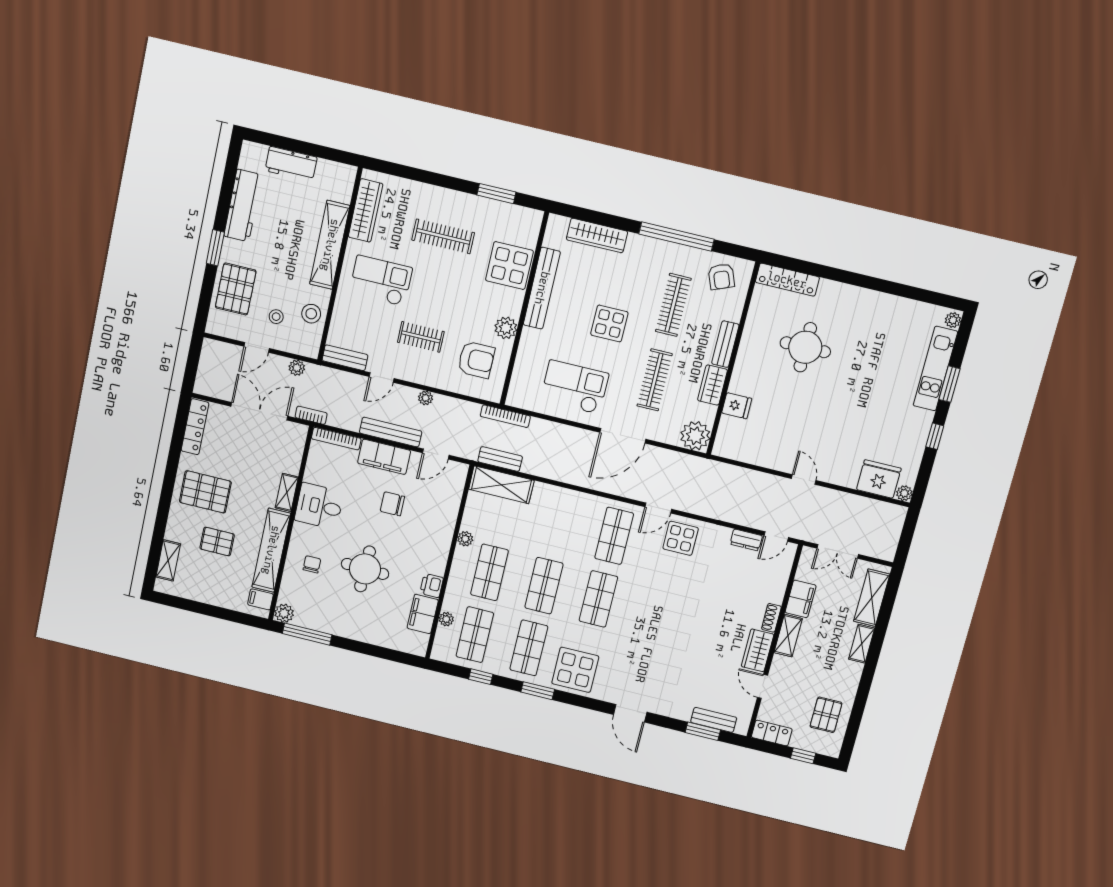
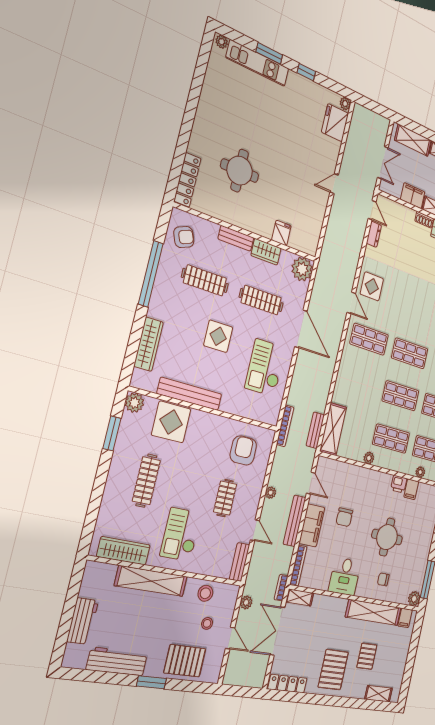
plant: (506, 328) -> (134, 403), moved
shelving: (287, 492) -> (300, 597), moved
filing cabinet: (423, 614) -> (411, 489), width x0.50

